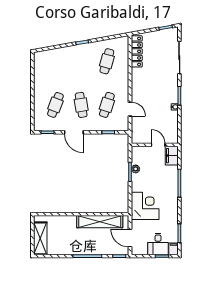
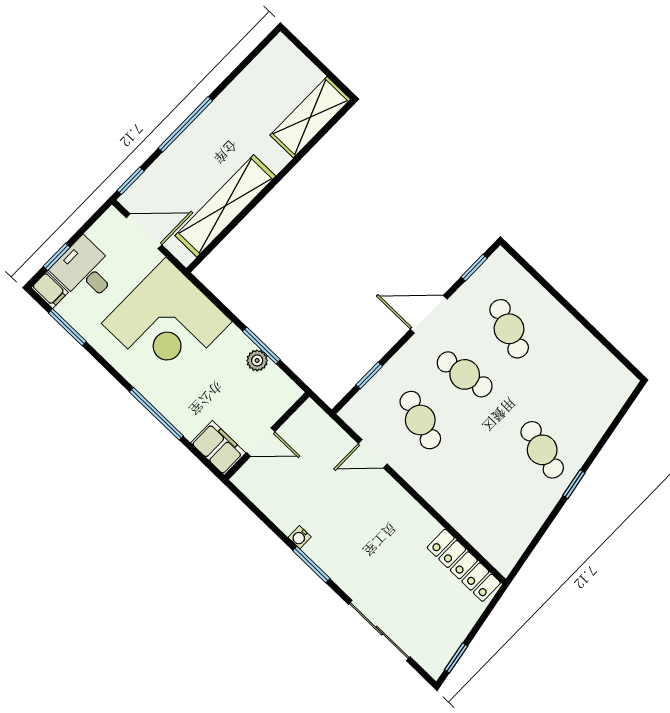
cafe table: (107, 61) -> (542, 450), moved
corner desk: (145, 206) -> (167, 322), width x1.36, depth x1.36
shelving: (40, 238) -> (310, 117), moved, turned 90

